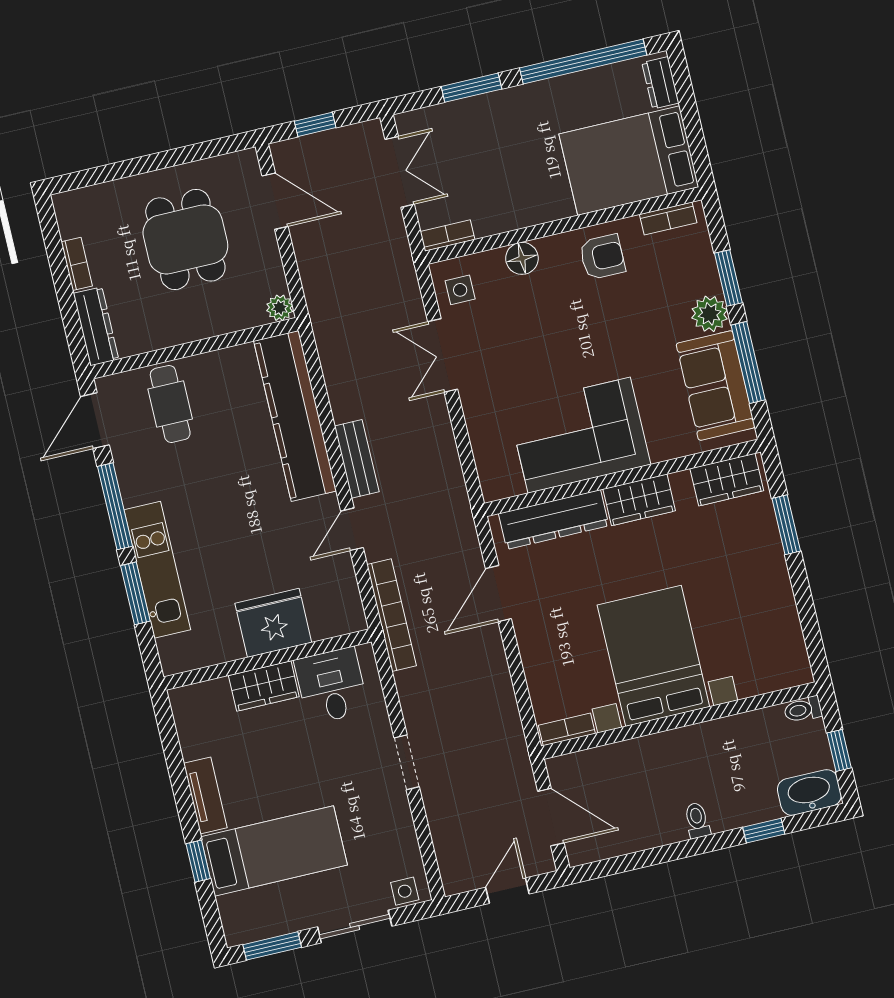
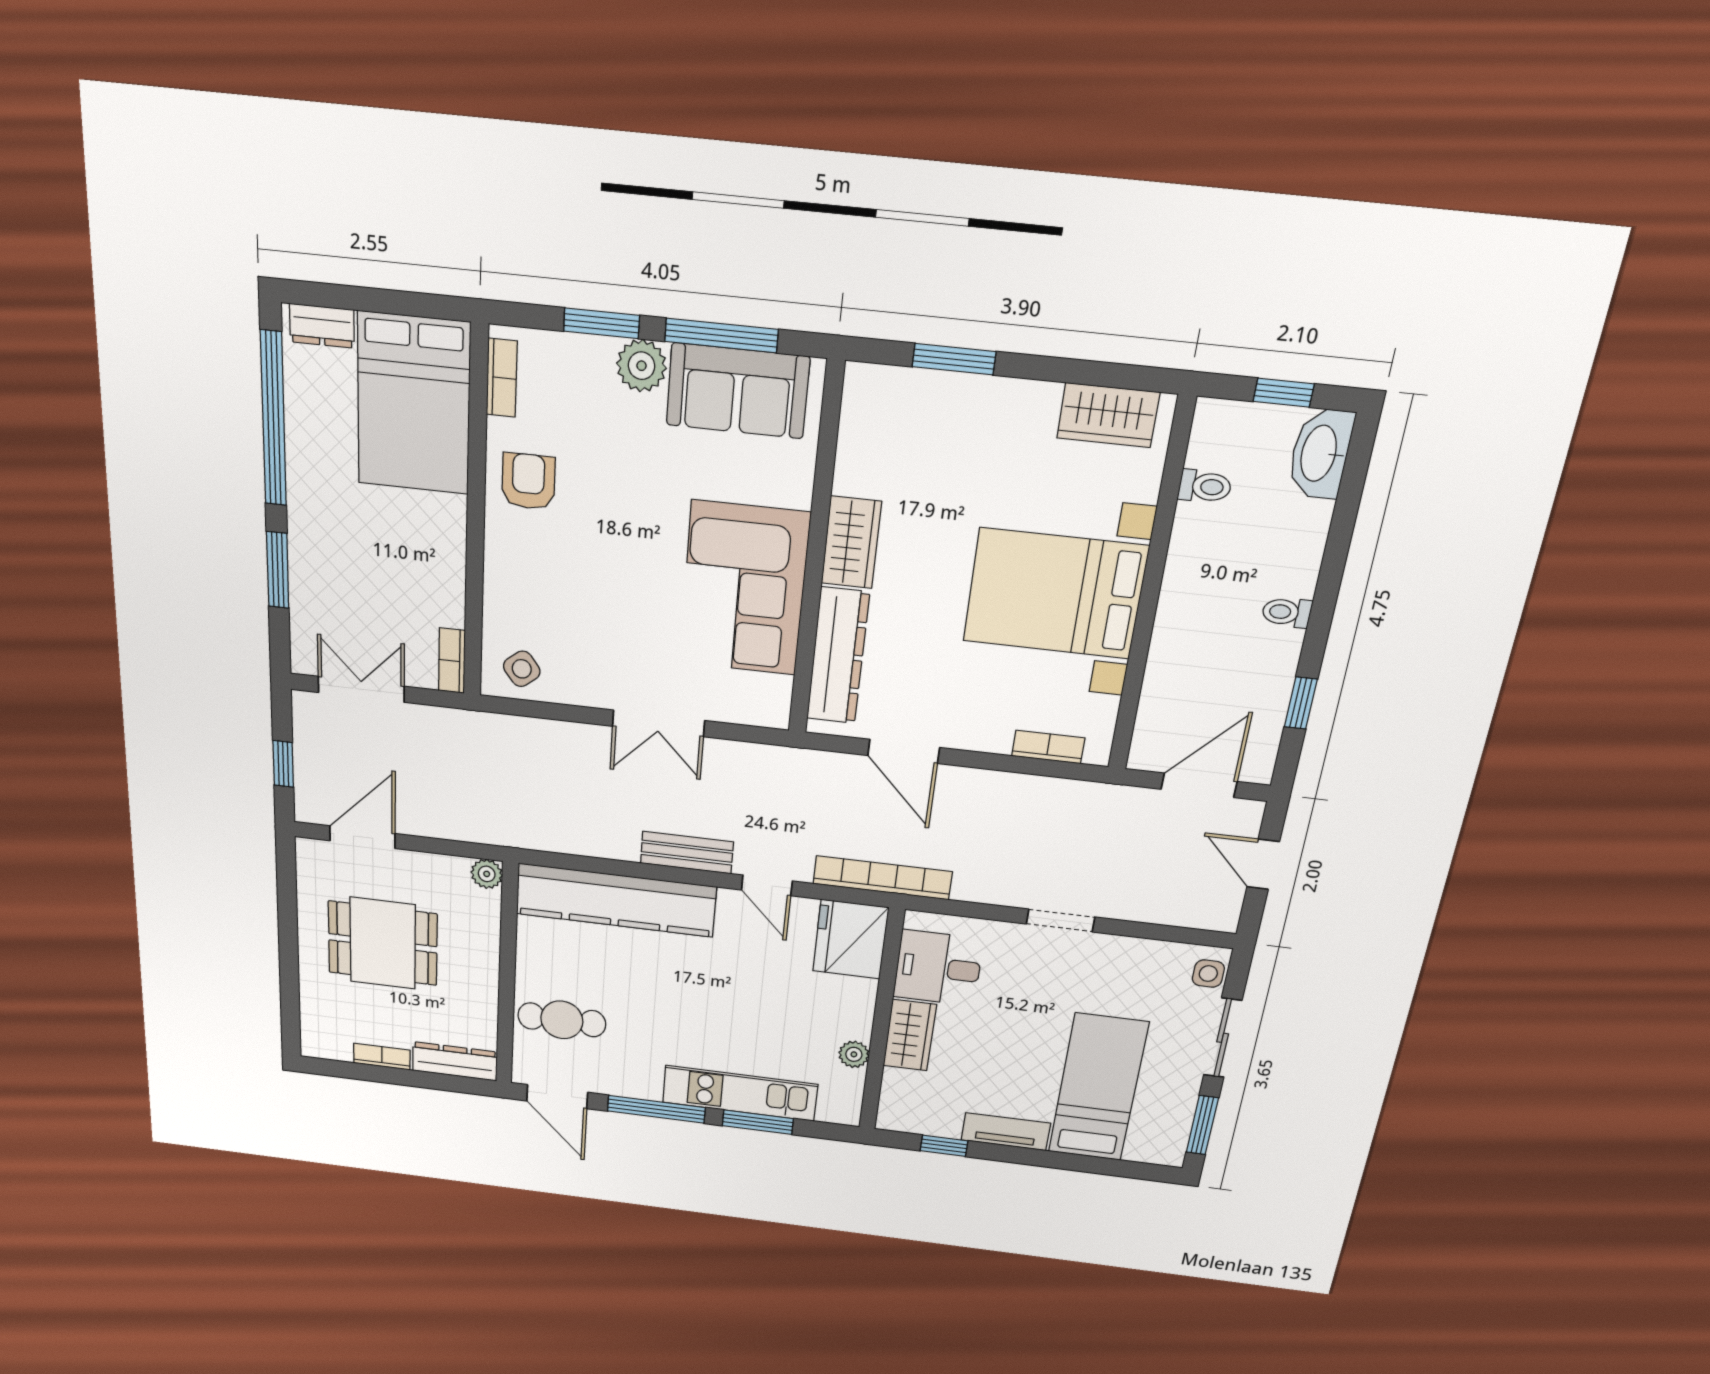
floor lamp: (522, 258) -> (503, 582), removed
side table: (460, 290) -> (522, 669), turned -38
double door: (443, 355) -> (658, 723), moved
wardrobe: (727, 480) -> (1108, 415), moved, turned 90
fridge: (273, 623) -> (851, 939), moved
plant: (229, 649) -> (854, 1054), added
toilet: (803, 710) -> (1205, 486), moved, turned -90
bookcase: (567, 729) -> (1048, 747), moved, turned 90
window: (764, 831) -> (1301, 703), moved
window: (198, 861) -> (944, 1146), moved

